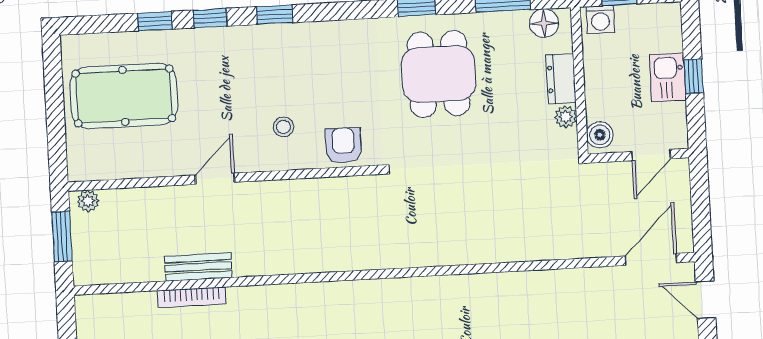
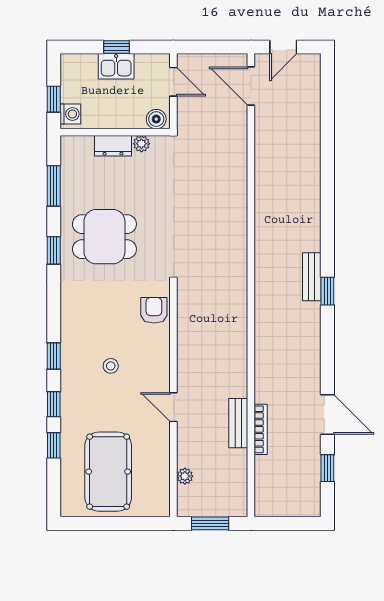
floor lamp: (544, 23) -> (71, 156), removed
stool: (283, 127) -> (111, 366), moved
armchair: (343, 146) -> (154, 310), turned 90
plant: (88, 201) -> (185, 476), moved

